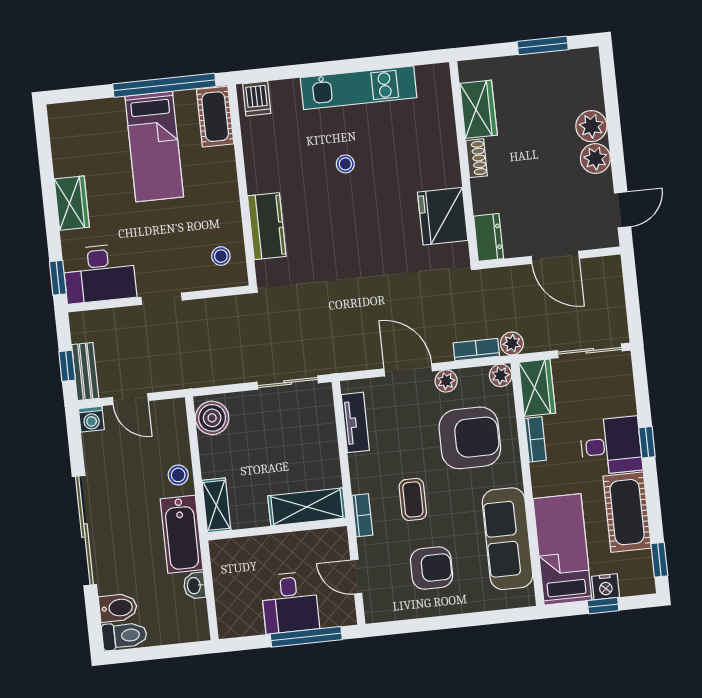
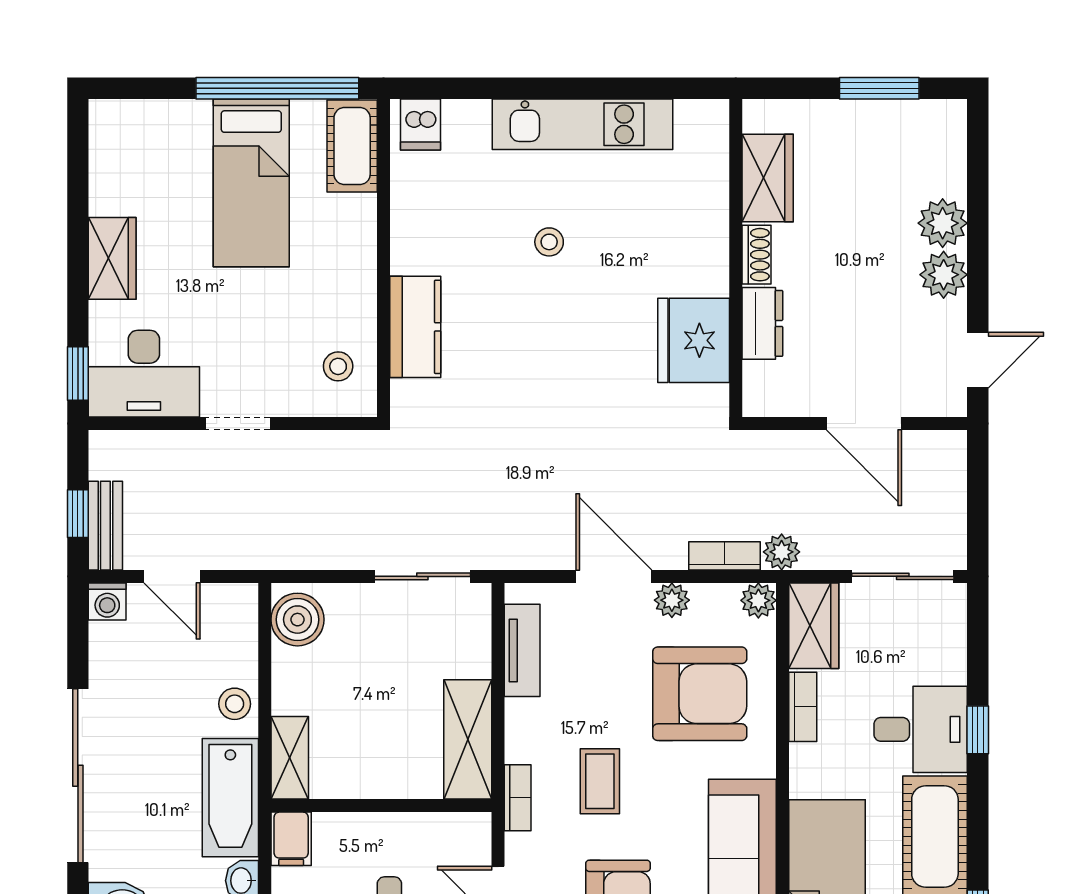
dresser: (489, 237) -> (762, 323), moved
shelving: (307, 507) -> (468, 739), moved, turned 90
filing cabinet: (223, 556) -> (291, 839), added

